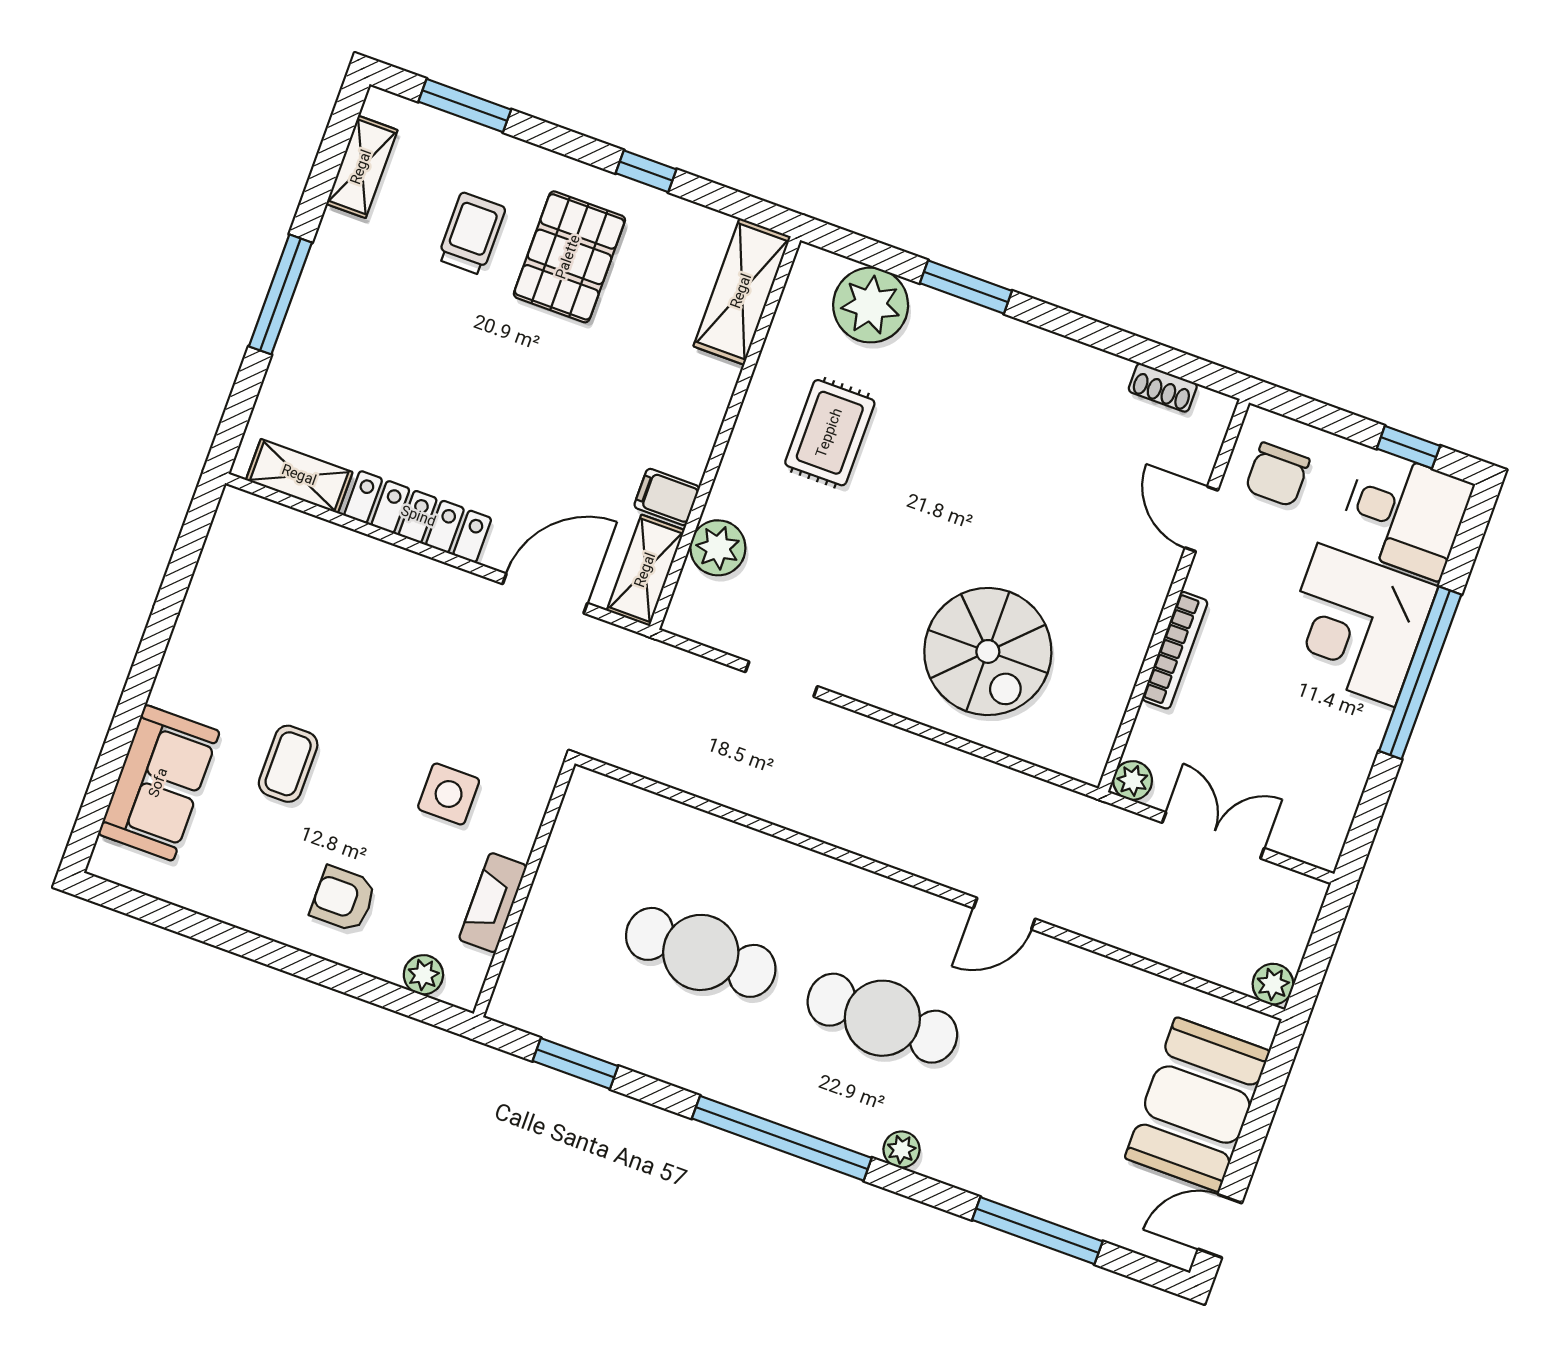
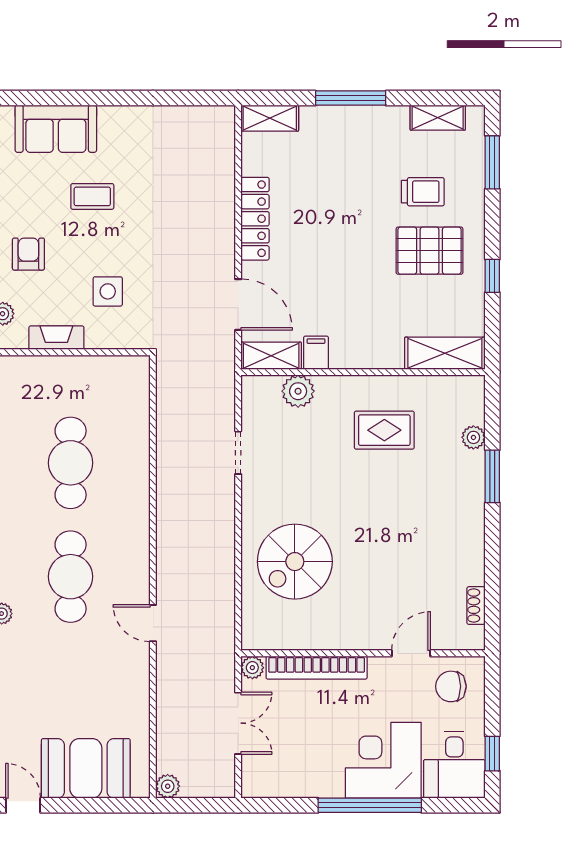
plant: (871, 305) -> (473, 437), width x0.53, depth x0.53
shelving: (299, 476) -> (270, 118), moved, turned 90
bookcase: (1175, 650) -> (317, 668), width x1.48, depth x1.31

